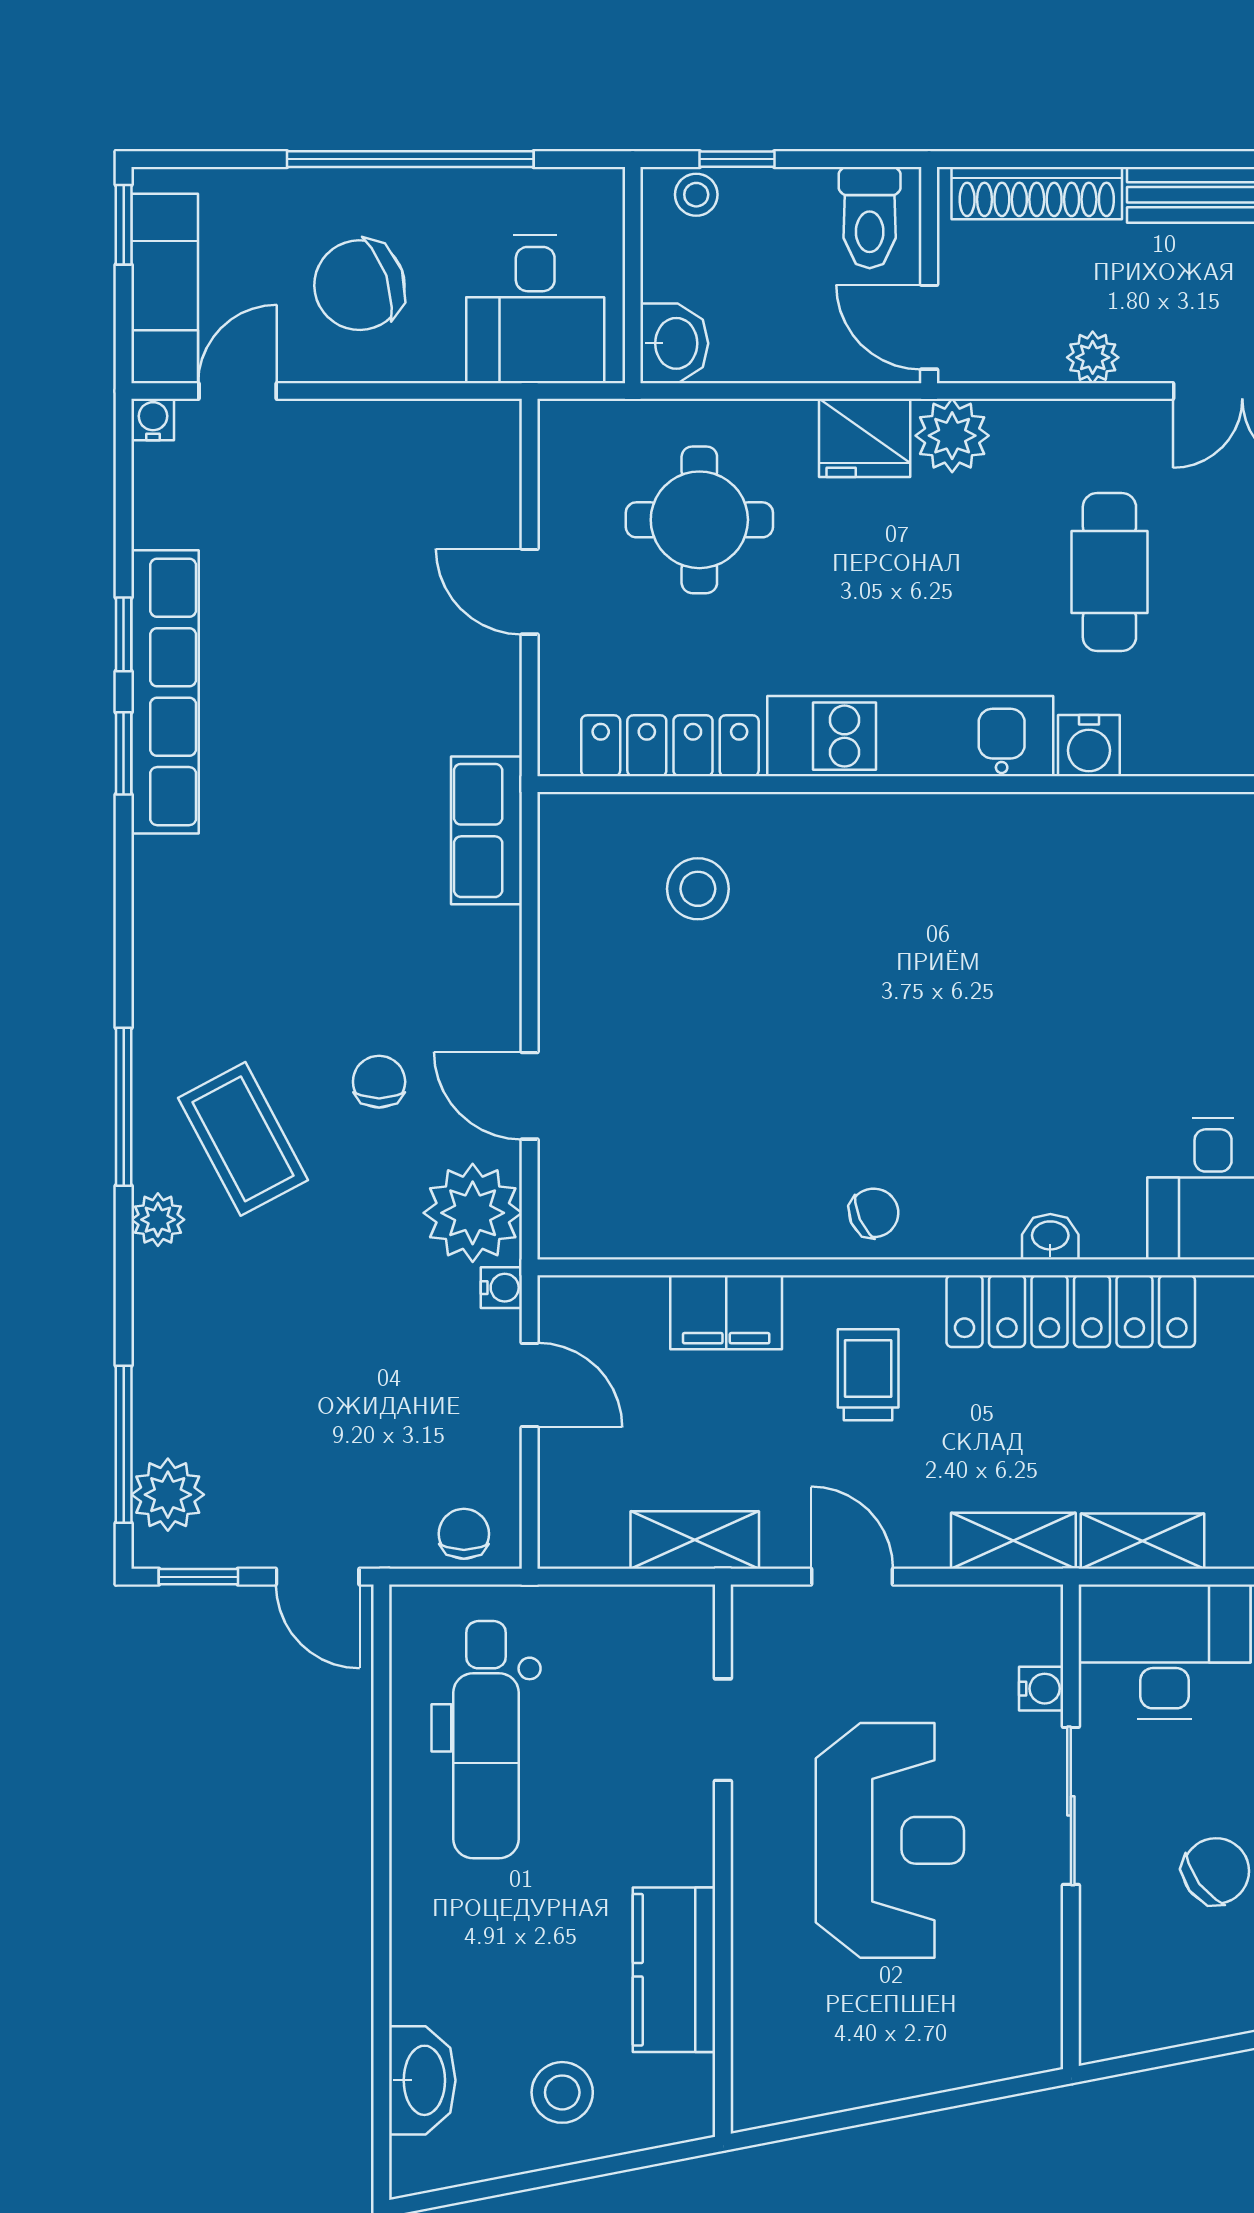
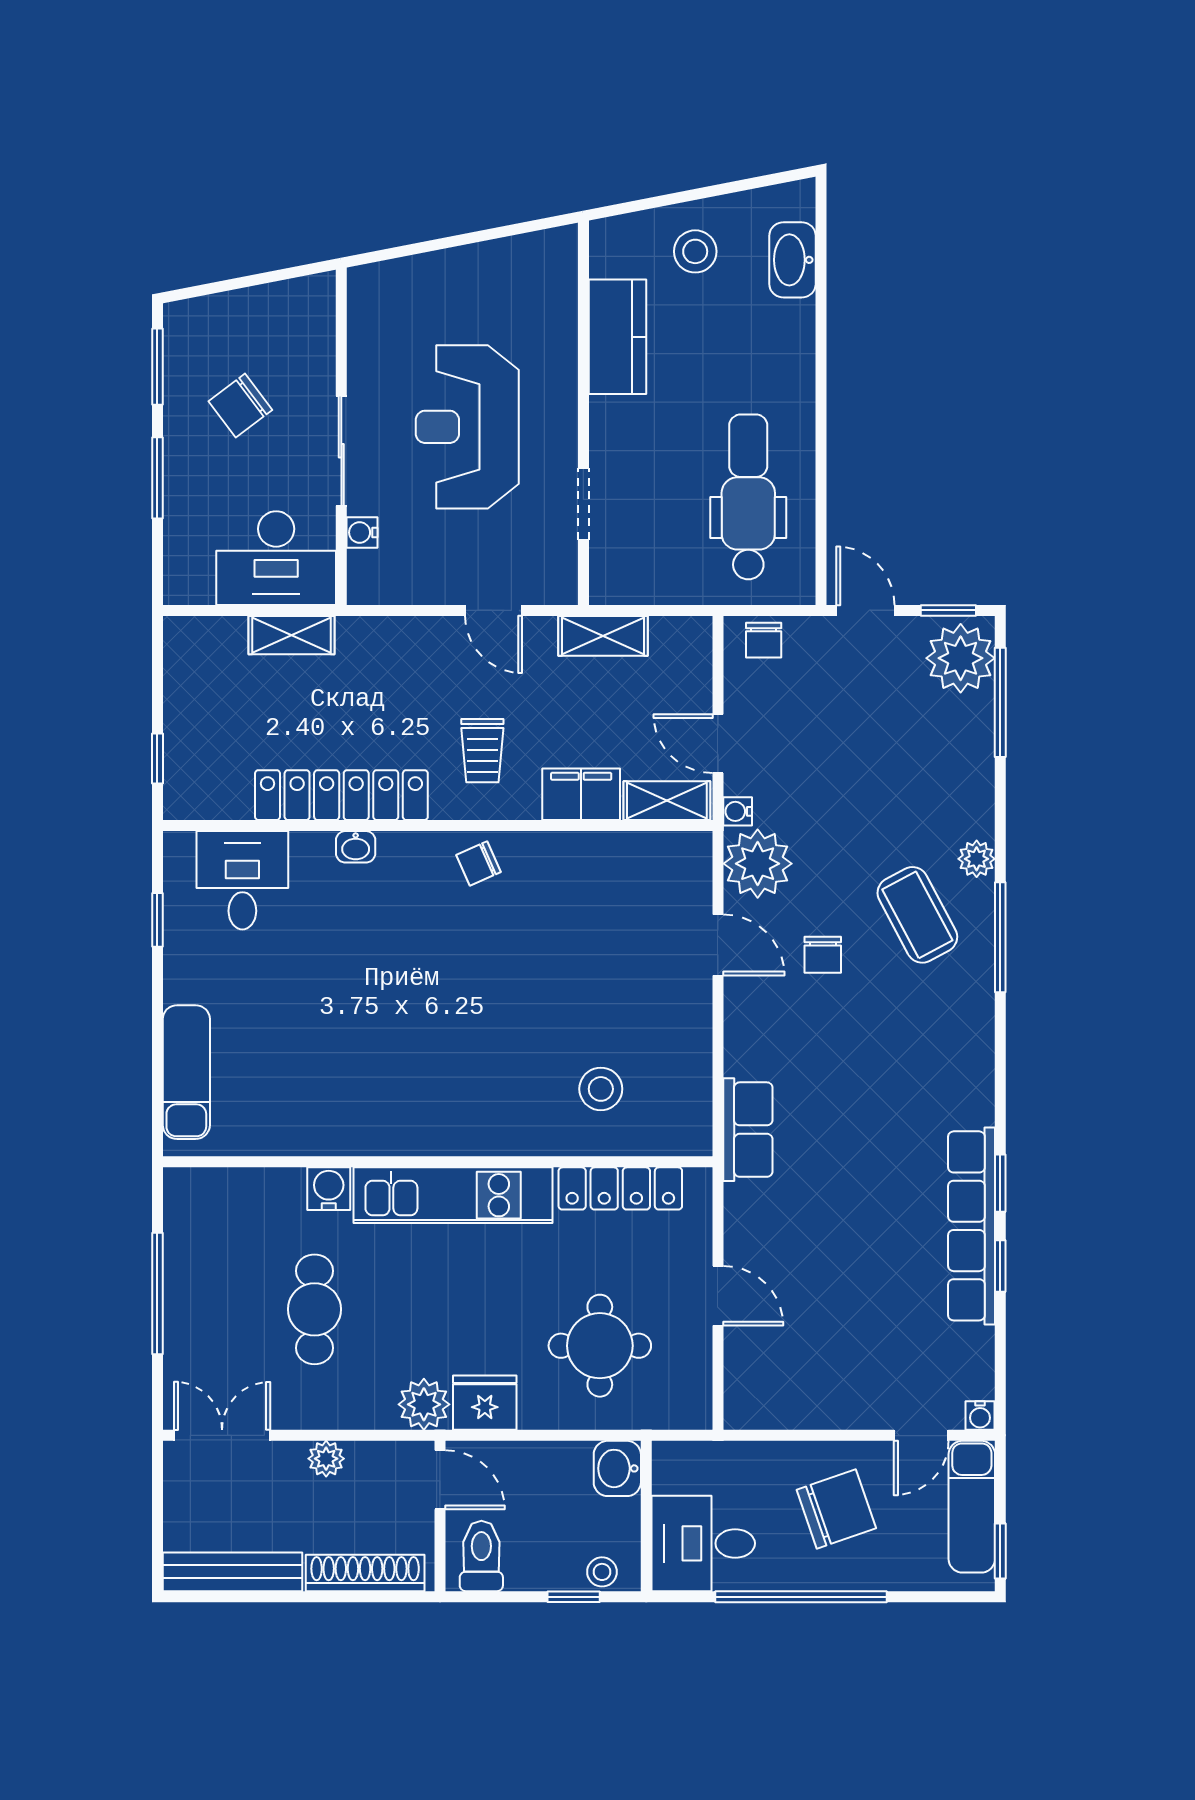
desk: (535, 309) -> (703, 1543), moved, turned -90
plant: (168, 1495) -> (961, 658), width x1.36, depth x1.36
shelving: (1013, 1541) -> (667, 801), moved

